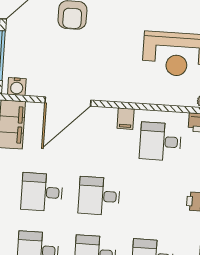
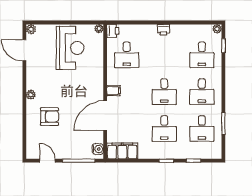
door: (68, 102) -> (105, 116), swing flipped
filing cabinet: (126, 119) -> (114, 91), moved

